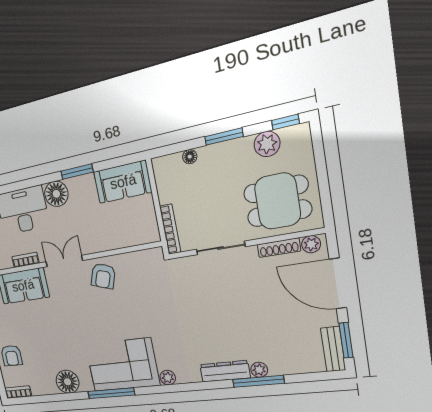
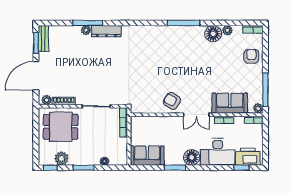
armchair: (103, 276) -> (172, 101), turned -79
door: (338, 284) -> (36, 76), swing flipped
corner sofa: (122, 365) -> (172, 42), removed
plant: (168, 378) -> (227, 30), moved

